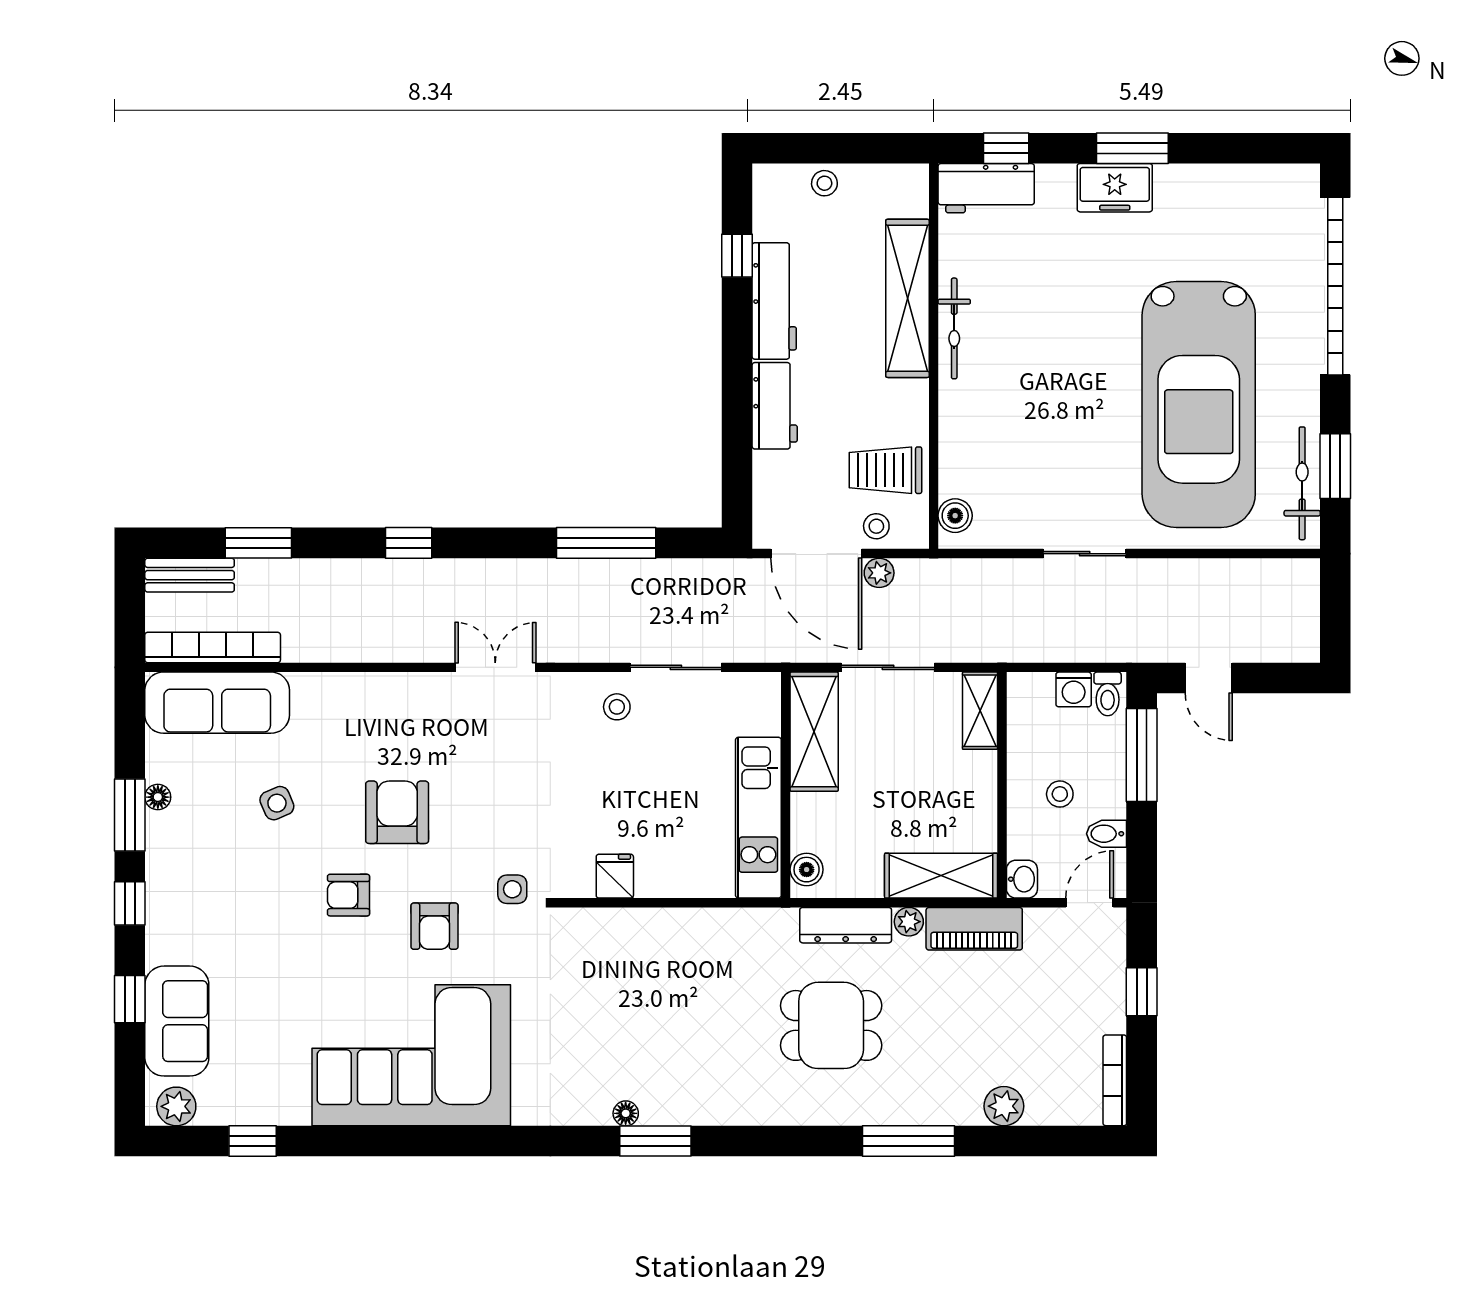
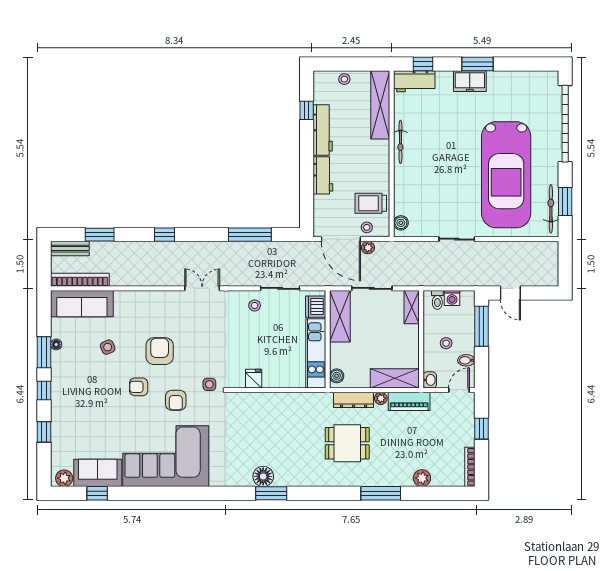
shelving: (908, 298) -> (380, 105), moved
toilet: (1108, 694) -> (437, 300), moved
dishwasher: (758, 709) -> (316, 307), added
sofa: (177, 1021) -> (98, 473), moved, turned -90
floor lamp: (626, 1113) -> (263, 476), width x1.89, depth x1.89

